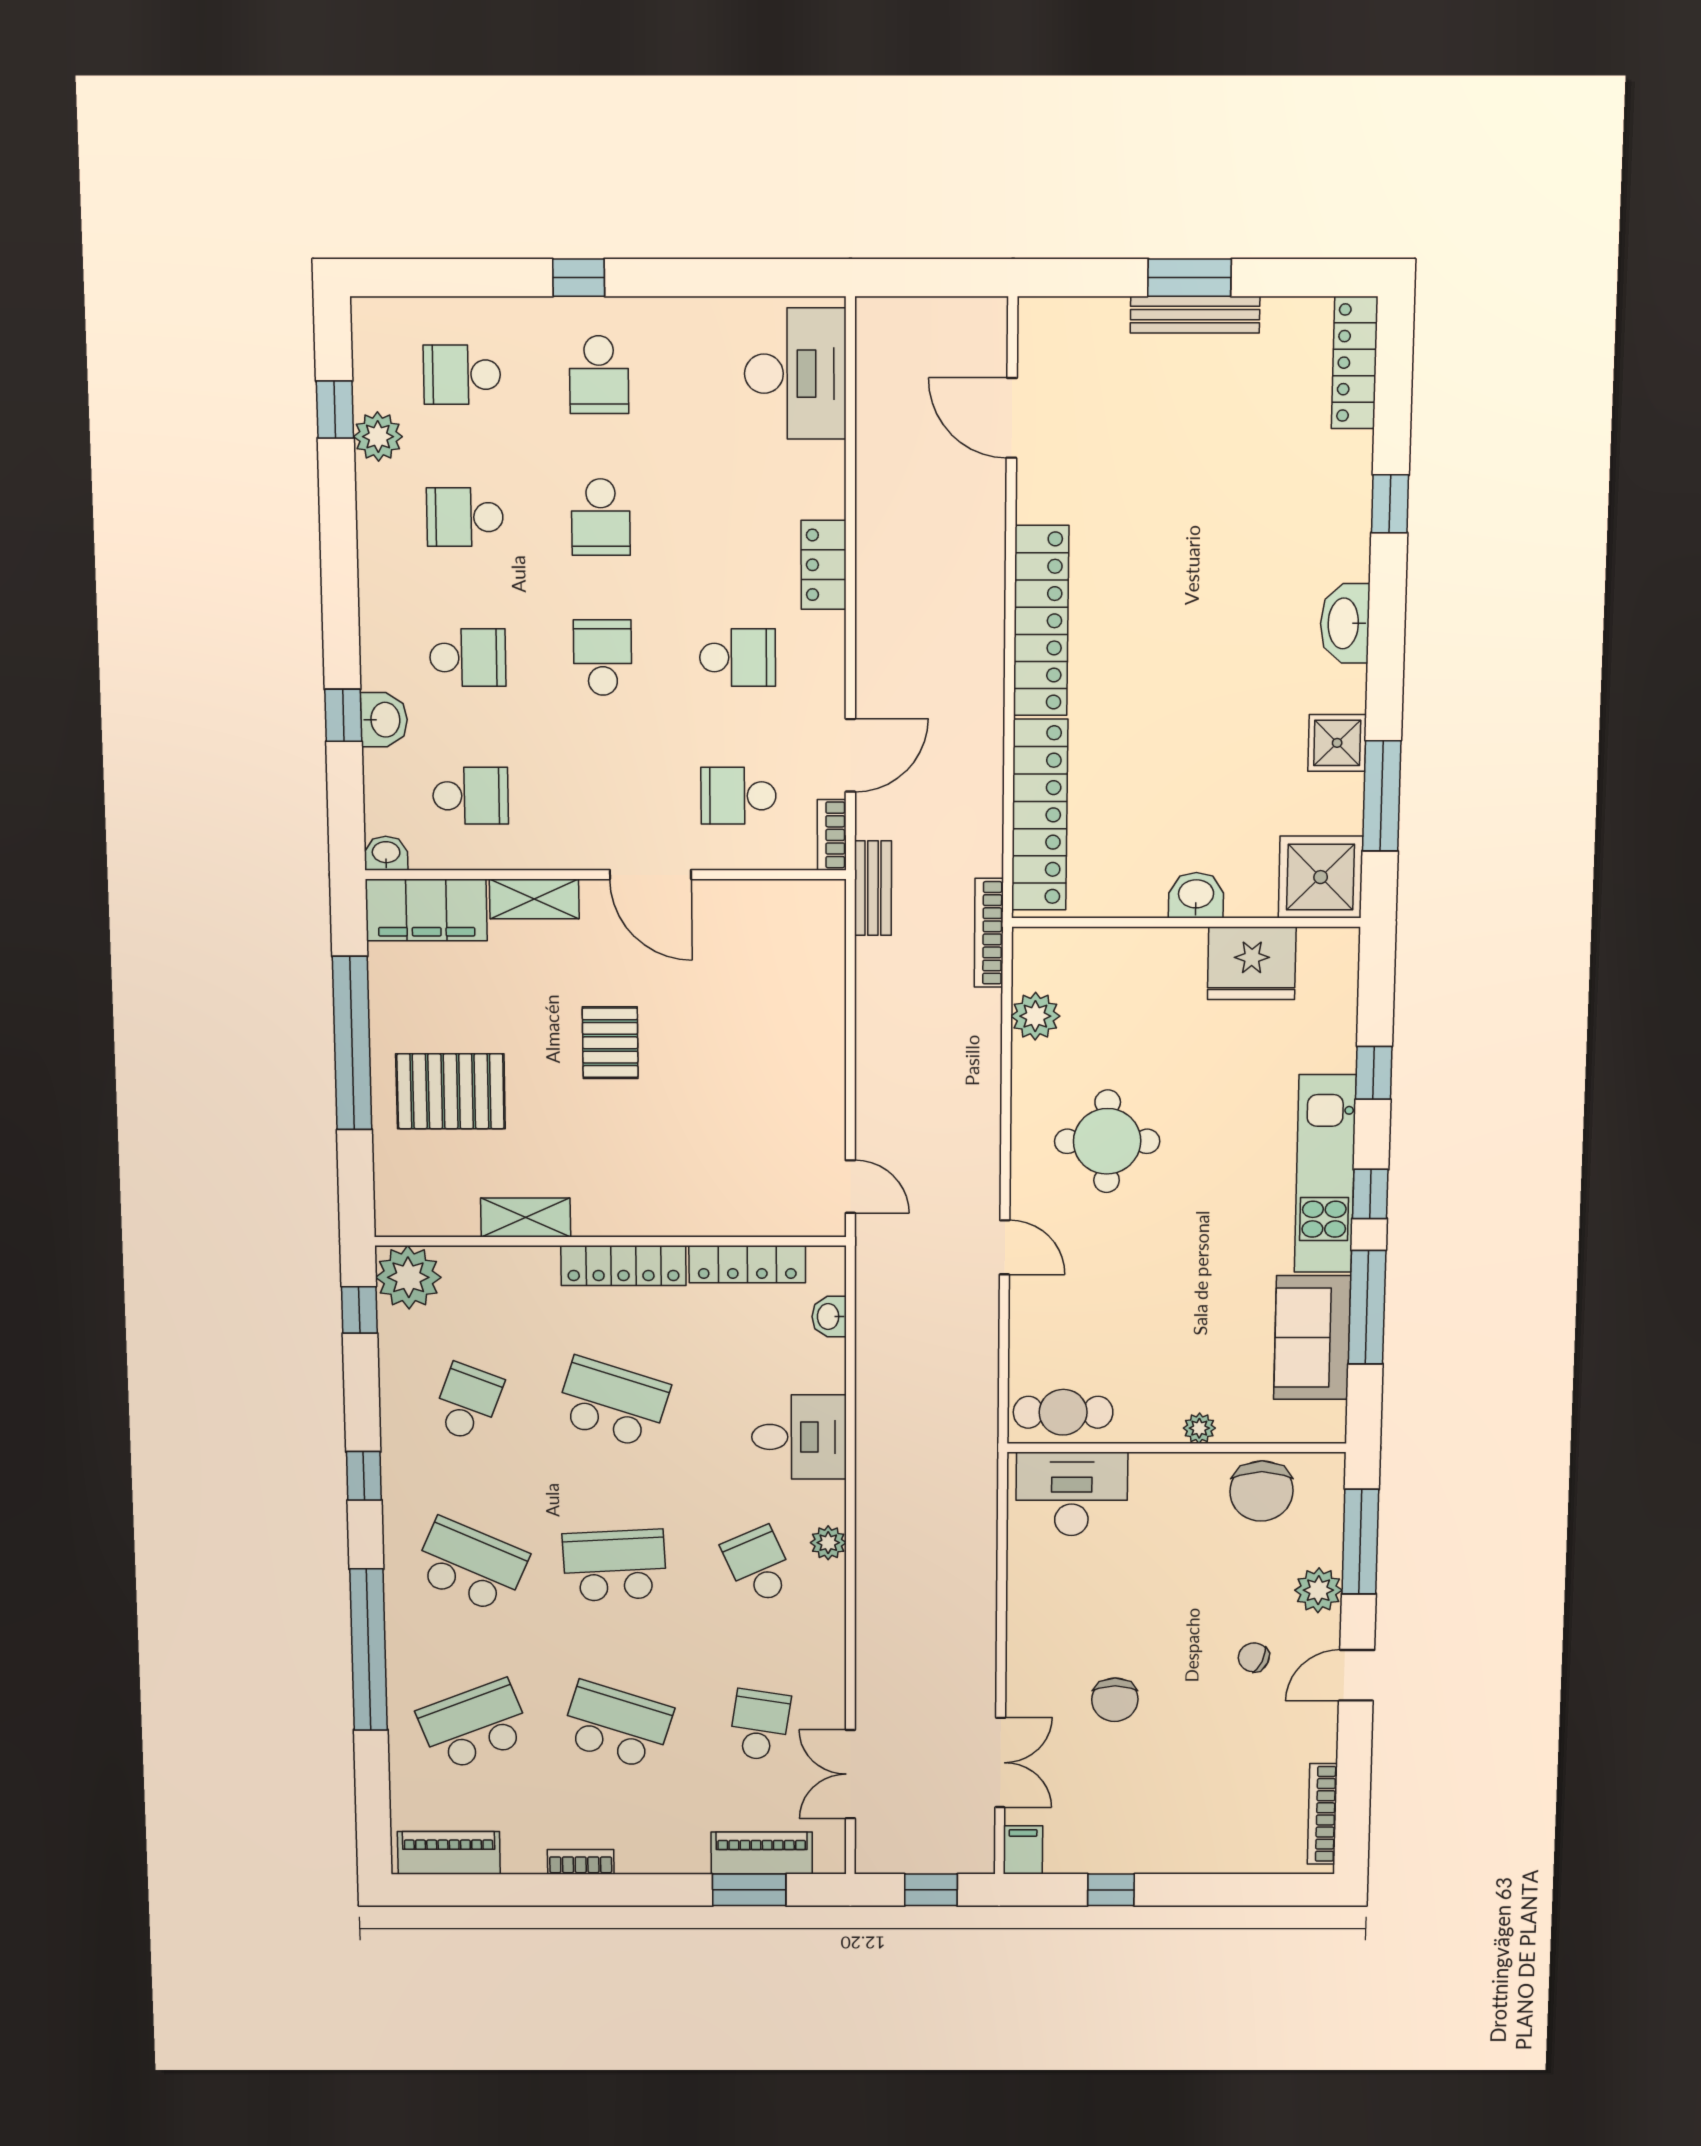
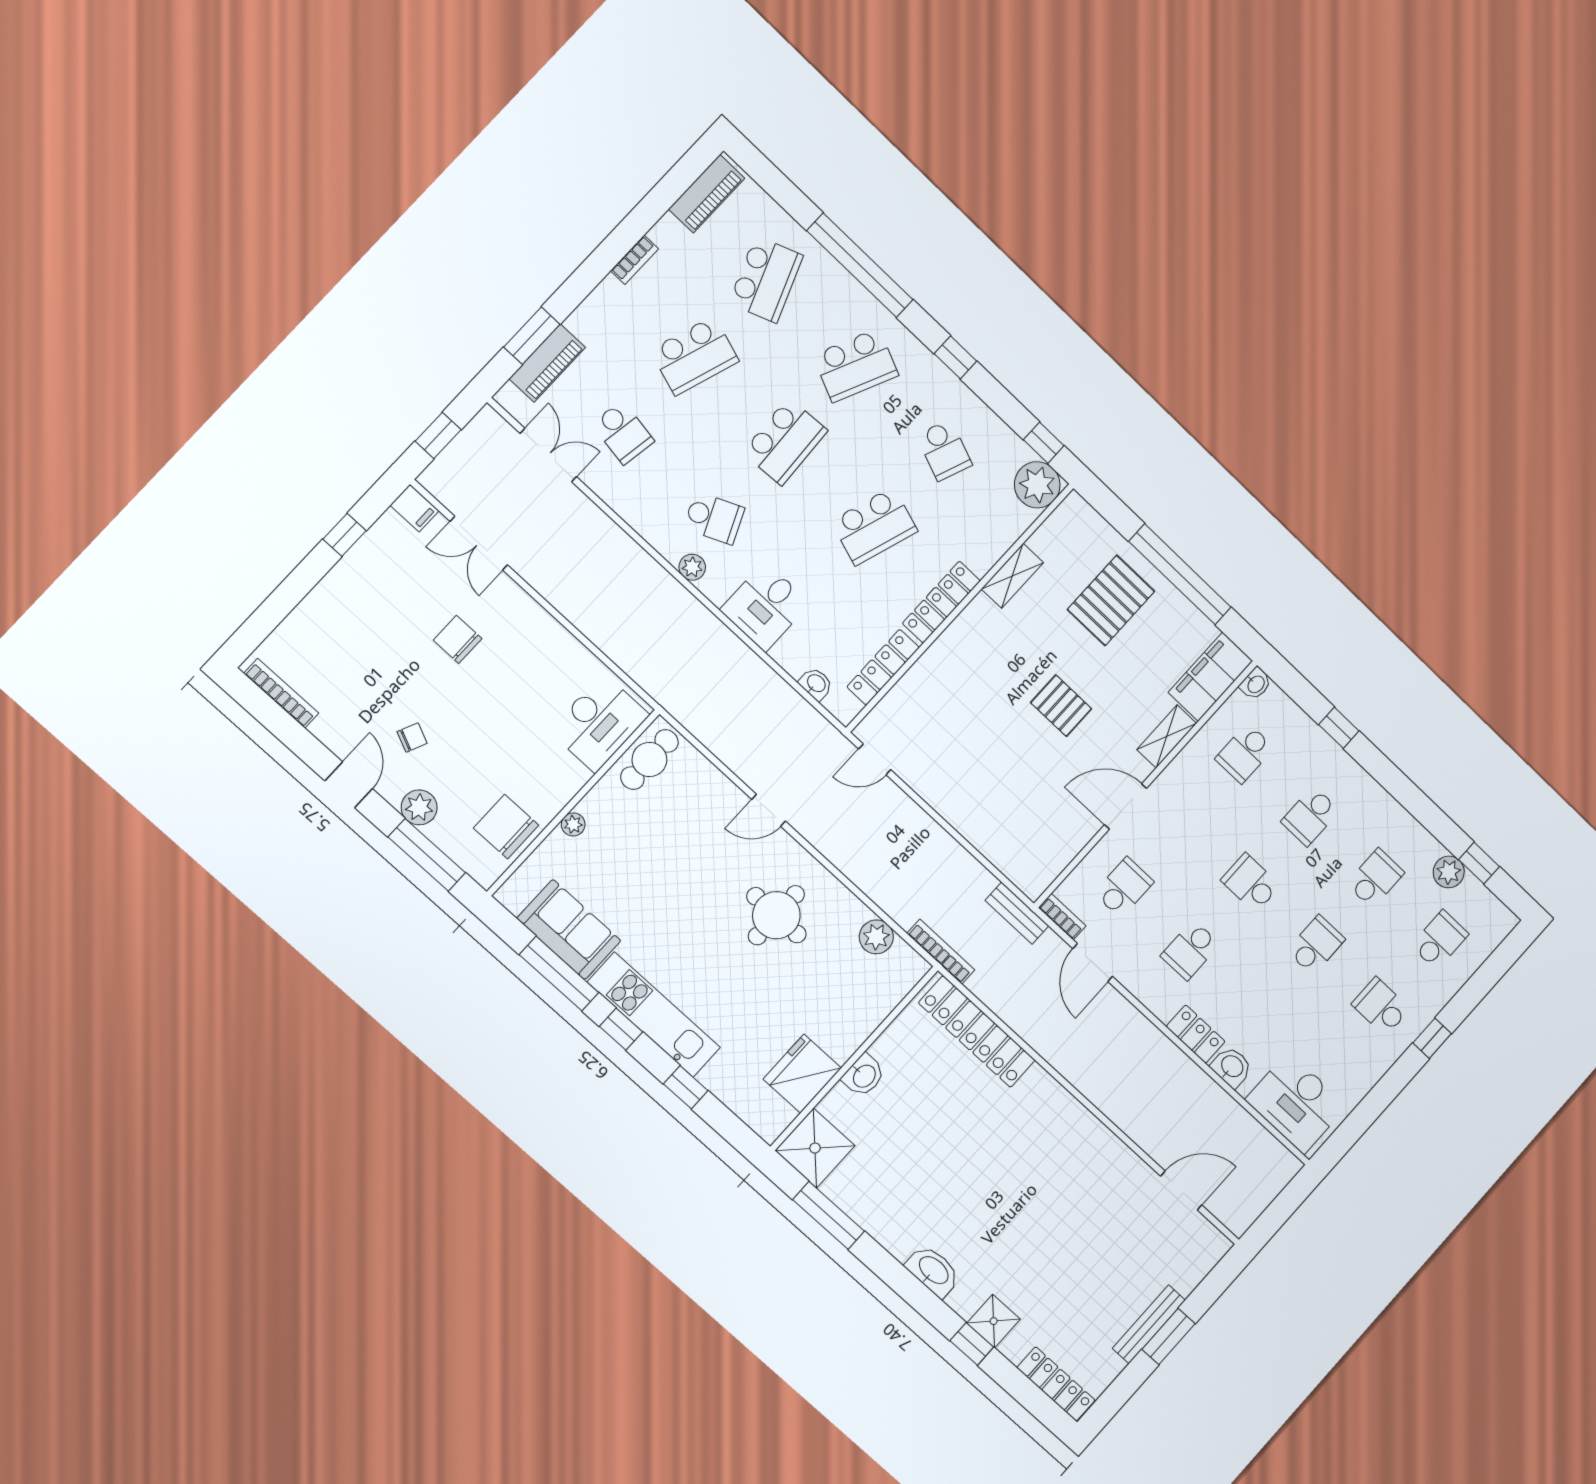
school desk: (601, 517) -> (1316, 945), turned 90
locker: (1041, 621) -> (1072, 1118), removed
school desk: (603, 657) -> (1250, 883), turned 180
washbasin: (384, 720) -> (1232, 1067), moved, turned 180
shower: (1337, 743) -> (994, 1321), moved

